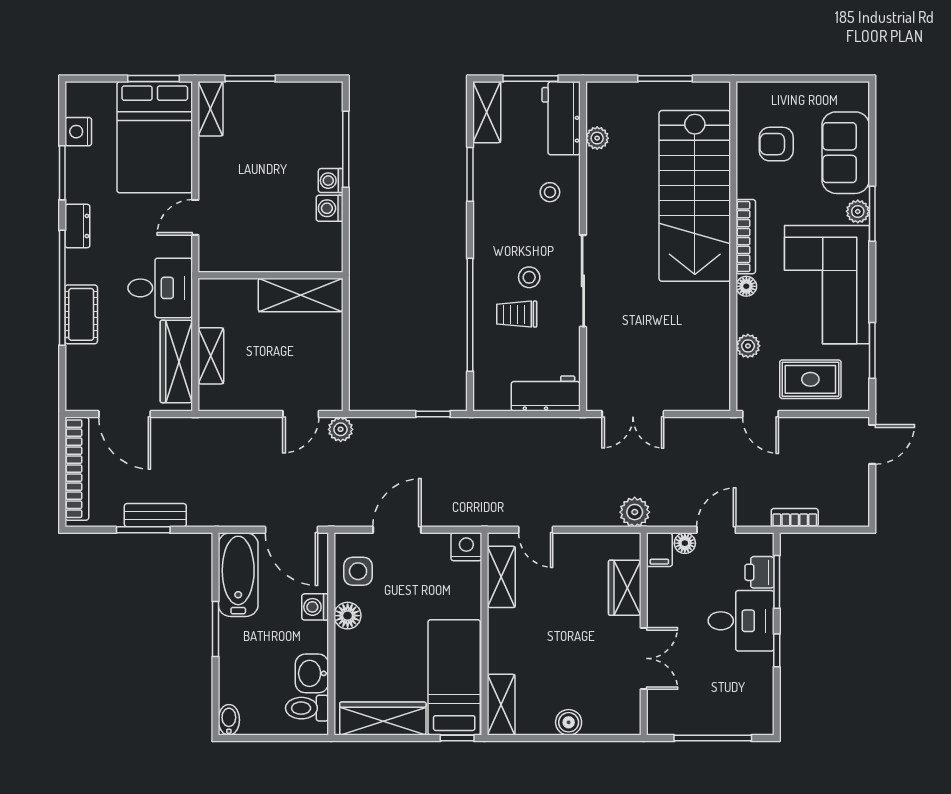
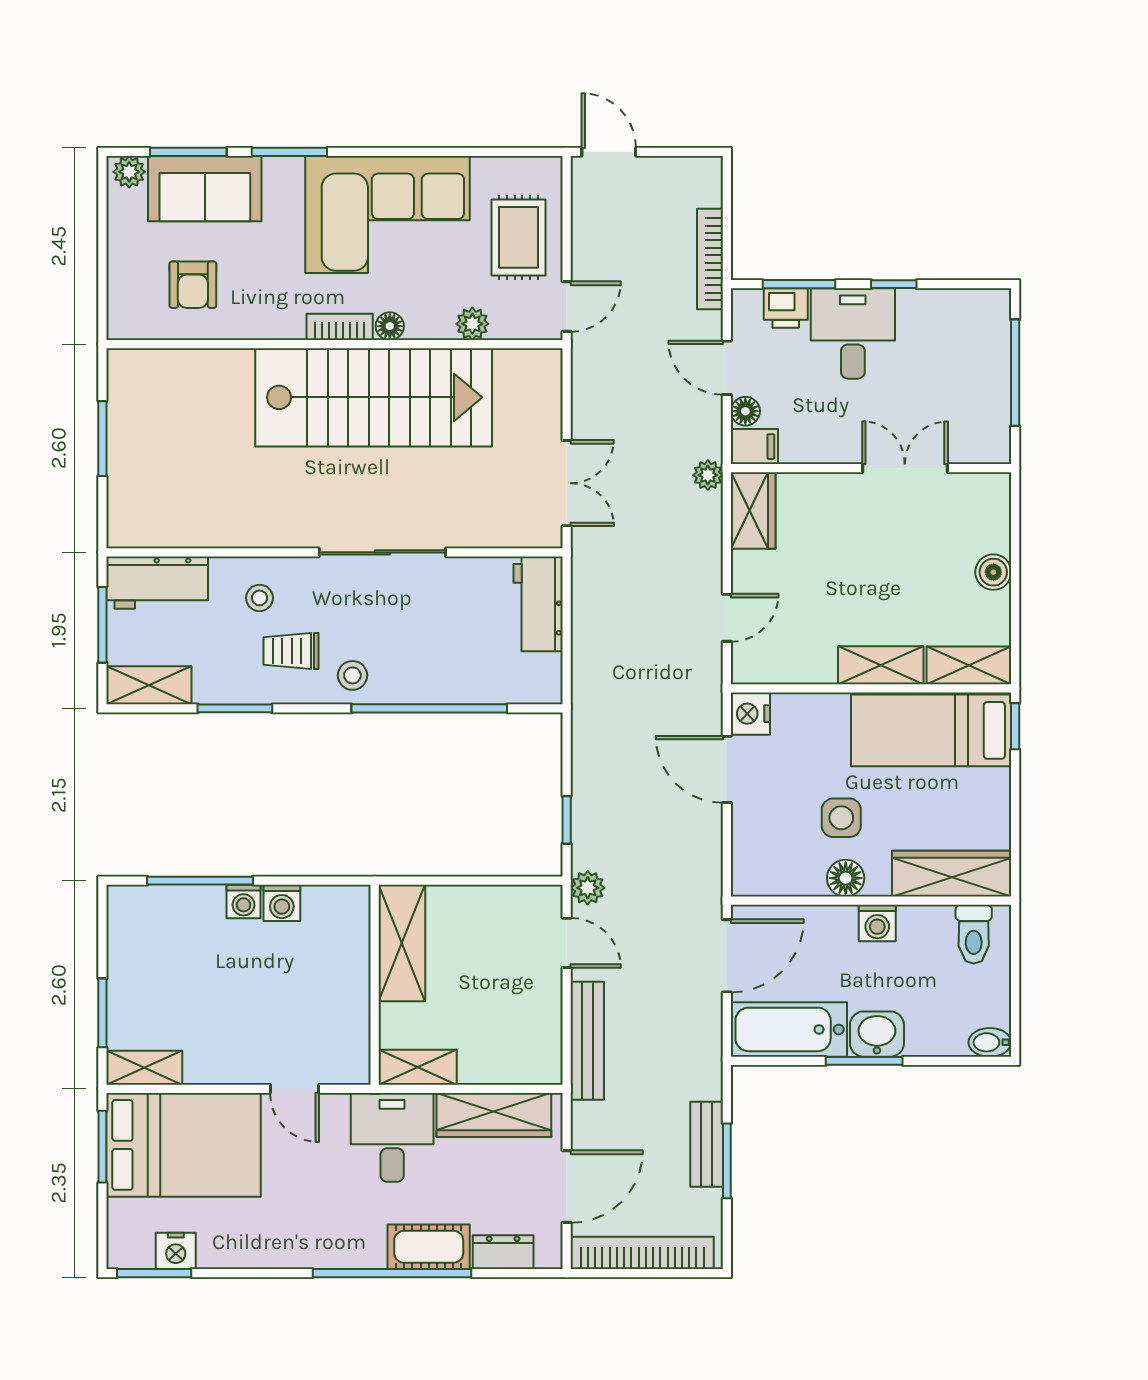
plant: (597, 138) -> (185, 533), removed
window: (62, 173) -> (154, 1273), moved
stairs: (695, 196) -> (374, 397), moved
plant: (858, 211) -> (129, 172), moved
dresser: (77, 226) -> (503, 1252), moved
bookcase: (746, 237) -> (340, 327), width x0.64
stool: (529, 277) -> (352, 675), moved
trolley: (517, 314) -> (291, 651), moved, turned 90
window: (872, 350) -> (188, 152), moved
shelving: (211, 356) -> (418, 1067), moved
window: (433, 414) -> (567, 820), moved
bench: (230, 429) -> (587, 1041), added
plant: (635, 512) -> (708, 475), width x0.73, depth x0.73
bookcase: (795, 518) -> (710, 259), width x1.56
door: (397, 530) -> (727, 769), moved
side table: (358, 571) -> (841, 818), moved
shelving: (501, 577) -> (881, 665), moved
wardrobe: (625, 588) -> (753, 511), moved, turned -90
washing machine: (315, 607) -> (877, 923), moved
washbasin: (312, 673) -> (877, 1034), moved, turned 180
wardrobe: (383, 719) -> (952, 874), moved, turned 90

